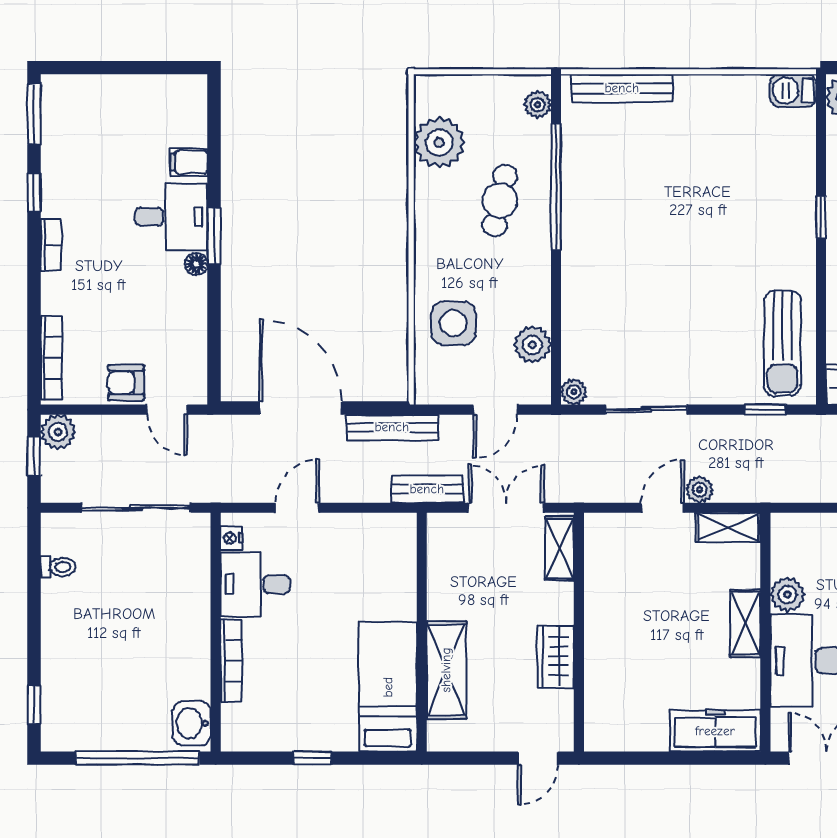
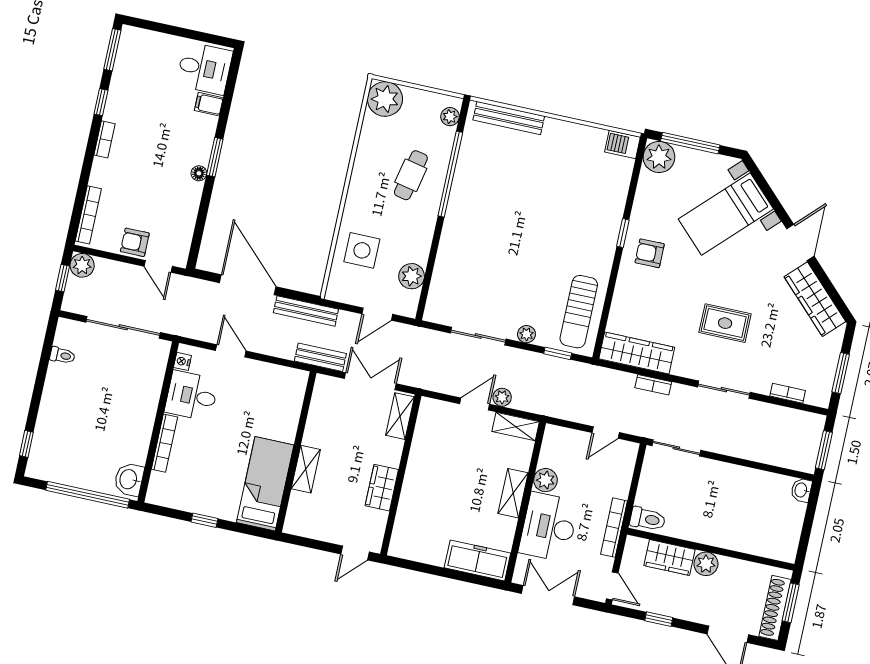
plant: (439, 142) -> (385, 99), moved
desk: (171, 217) -> (204, 68), moved
plant: (574, 392) -> (526, 334), moved
door: (297, 508) -> (231, 351), hinge flipped
shelving: (446, 670) -> (306, 469), width x0.67, depth x0.75

